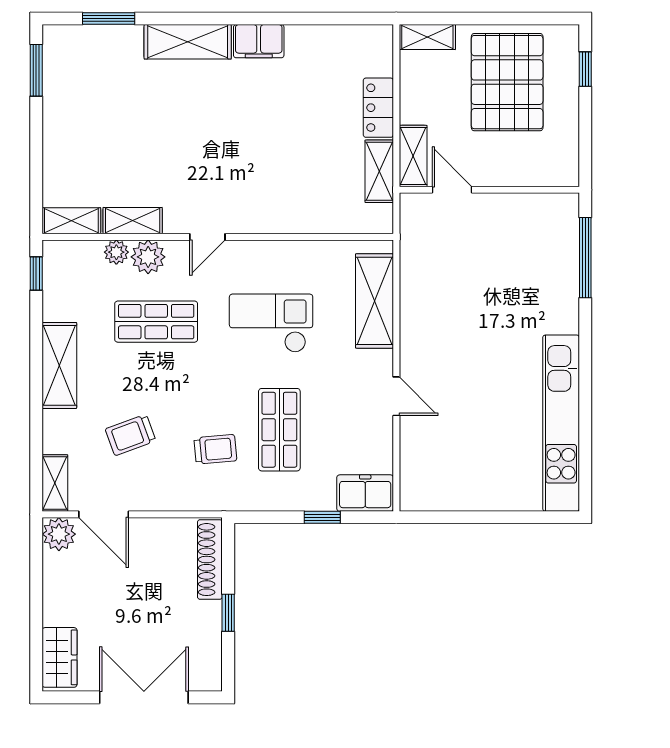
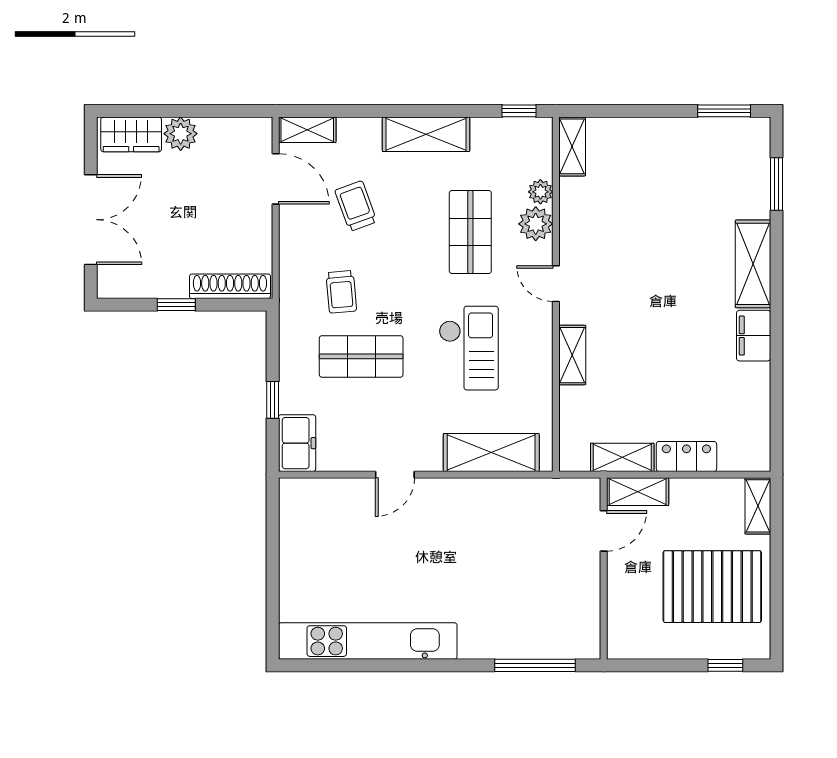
shelving: (133, 221) -> (572, 355), moved
door: (104, 514) -> (276, 179), swing flipped
plant: (59, 534) -> (181, 134), moved

